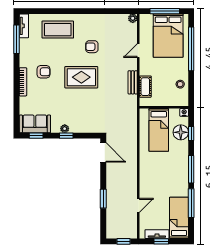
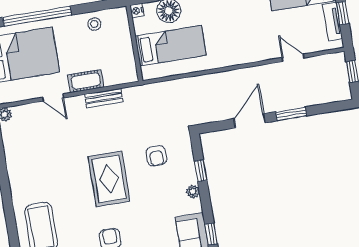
armchair: (92, 47) -> (156, 156), moved
cot: (145, 87) -> (86, 81), moved
window: (66, 136) -> (201, 171), moved
door: (103, 152) -> (250, 121), moved

